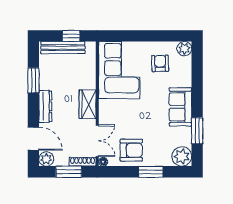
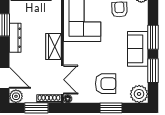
window: (197, 94) -> (153, 37), added
dresser: (45, 106) -> (15, 38), moved
armchair: (131, 150) -> (106, 84), moved

